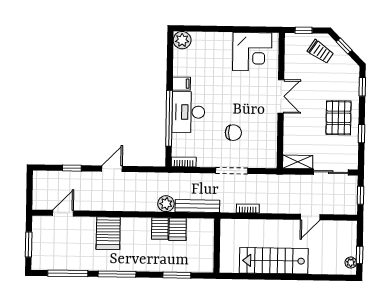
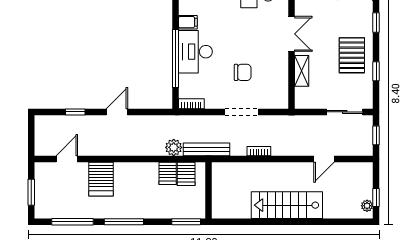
shelving: (298, 162) -> (302, 71), moved, turned 90
server rack: (108, 233) -> (101, 179), moved
wall: (217, 246) -> (208, 190), moved

